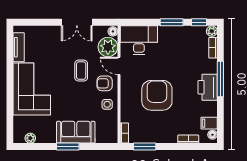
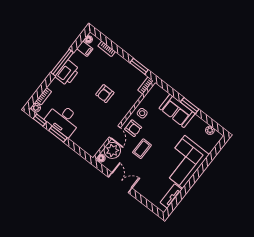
desk: (139, 40) -> (63, 120), moved
window: (220, 79) -> (62, 63), moved
armchair: (157, 95) -> (105, 94), width x0.53, depth x0.53

